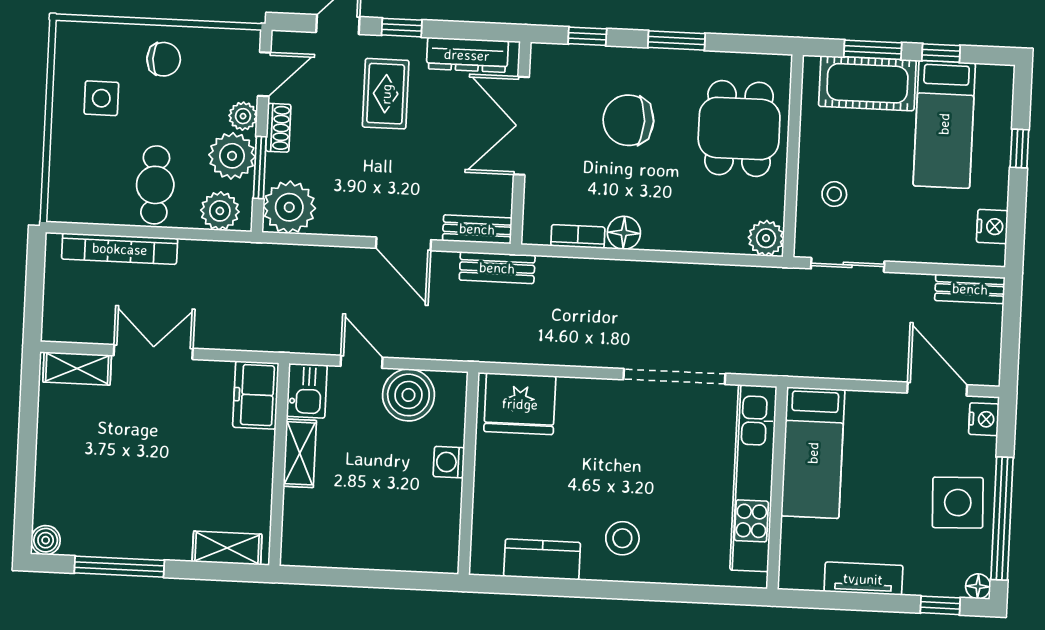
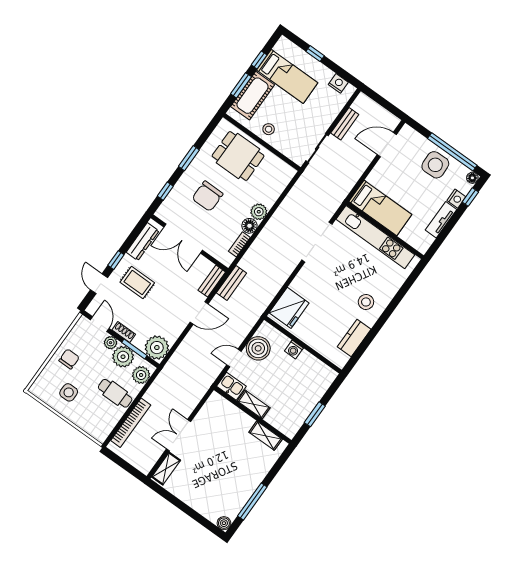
stool: (834, 194) -> (269, 129), moved
plant: (766, 238) -> (259, 212), moved
bench: (970, 289) -> (345, 124), moved
freezer: (256, 395) -> (220, 407), removed
nightstand: (984, 419) -> (456, 199), moved, turned 90
shelving: (227, 548) -> (266, 436), moved, turned 90
window: (355, 578) -> (315, 414), added

